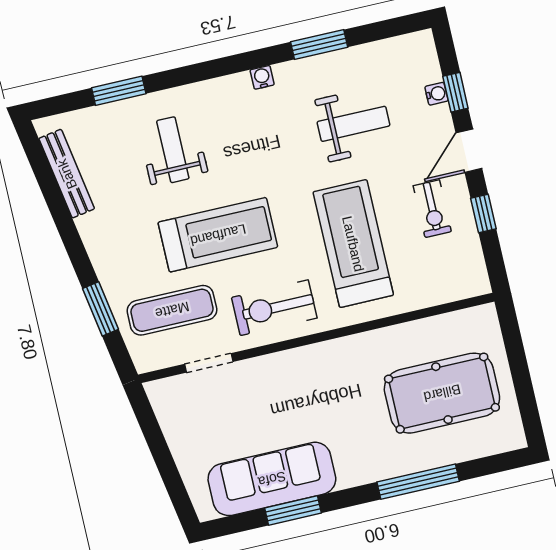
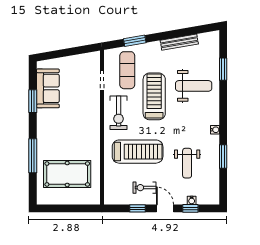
weight bench: (173, 150) -> (194, 86), width x1.36, depth x1.33
bench: (67, 174) -> (179, 42), moved
treadmill: (218, 235) -> (154, 96), turned 180
exercise bike: (274, 308) -> (119, 113), turned 180
pool table: (442, 393) -> (67, 174), turned 90
sofa: (272, 479) -> (48, 88), width x0.73

